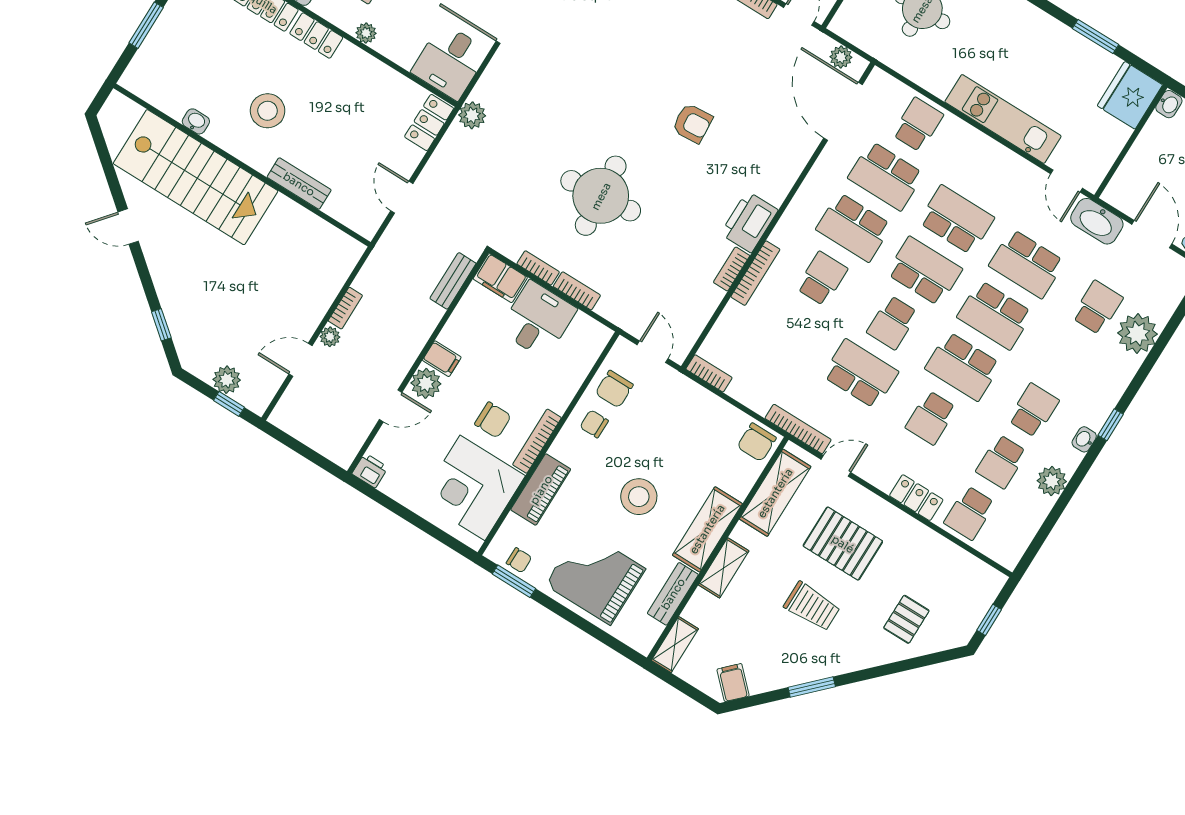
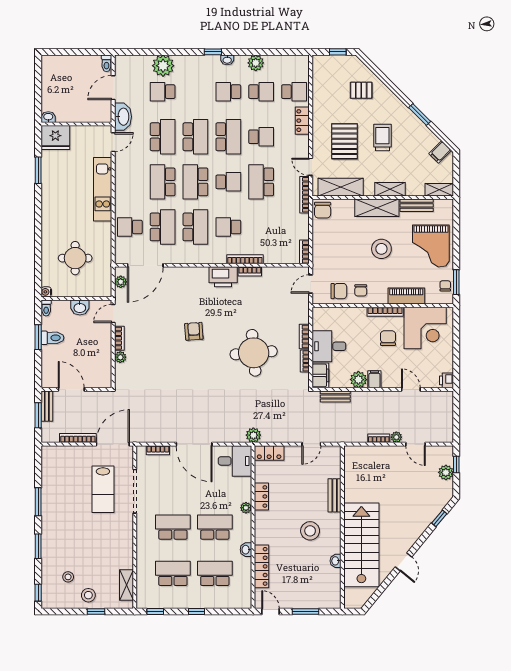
locker: (316, 36) -> (261, 496), moved
plant: (426, 383) -> (358, 380), moved
chair: (757, 442) -> (323, 210), turned 90

